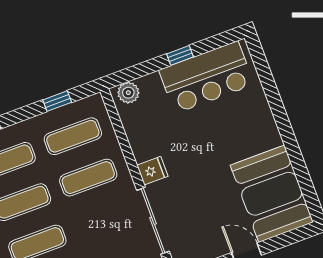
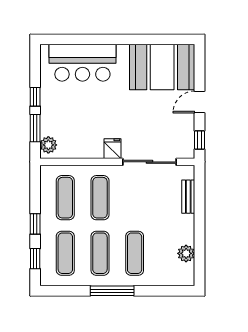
window: (143, 69) -> (35, 128), added
bar counter: (206, 77) -> (82, 63), moved, turned 90
window: (57, 101) -> (35, 224), moved

